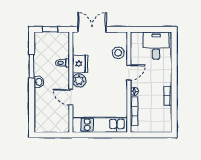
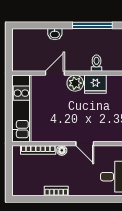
stool: (118, 53) -> (109, 131), removed
window: (32, 66) -> (92, 25), width x1.44
washbasin: (39, 82) -> (55, 34), moved

